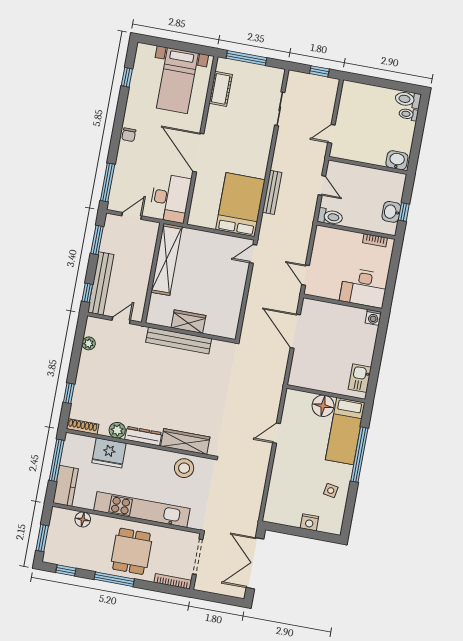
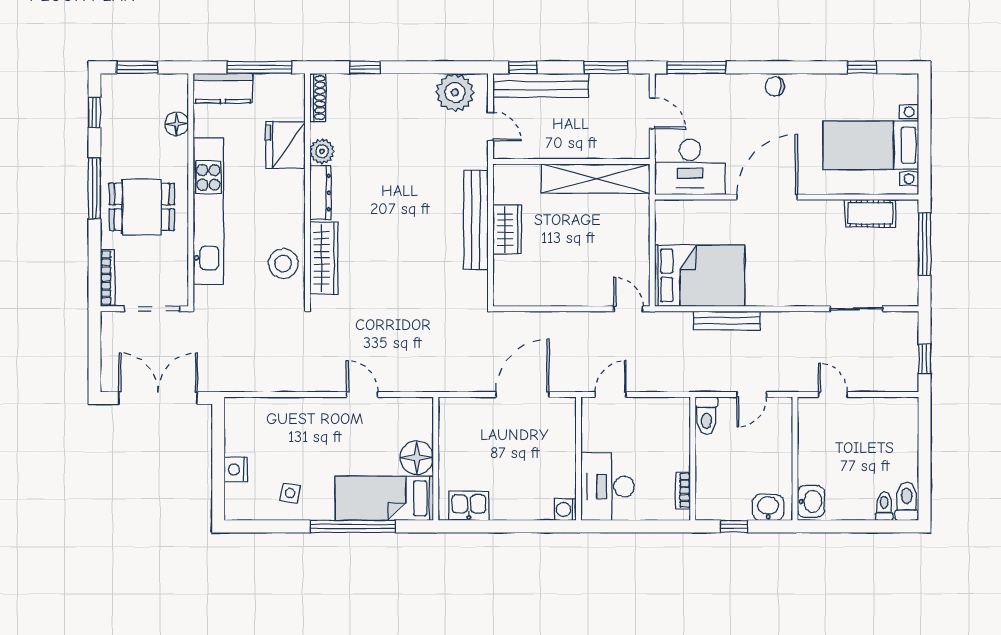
washbasin: (391, 212) -> (768, 507), moved
plant: (89, 343) -> (455, 92), width x1.88, depth x1.88

